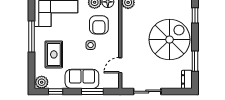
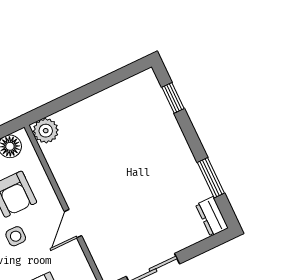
spiral stairs: (170, 40) -> (149, 161), removed
door: (120, 65) -> (73, 224), moved

